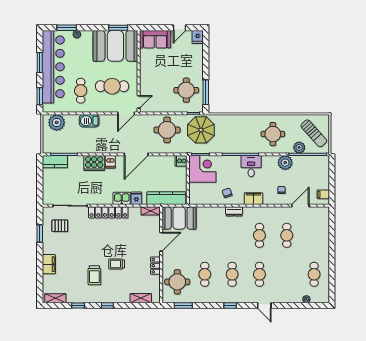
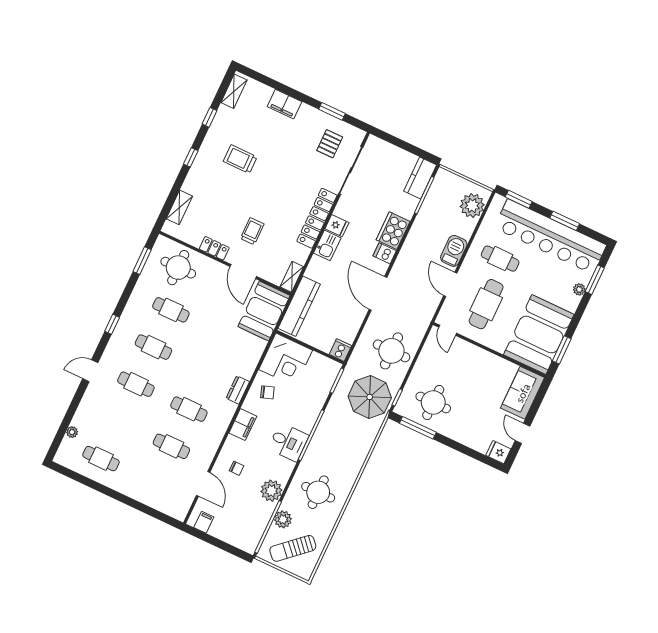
door: (126, 113) -> (450, 284), moved
corner desk: (202, 169) -> (286, 360), moved
fridge: (136, 198) -> (337, 226), moved
trolley: (117, 264) -> (252, 231), moved

